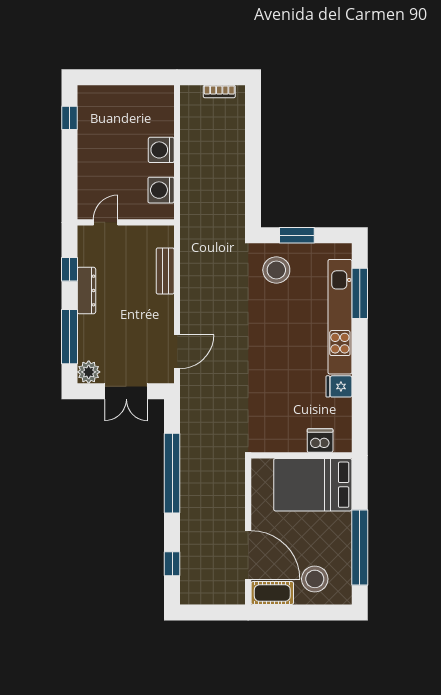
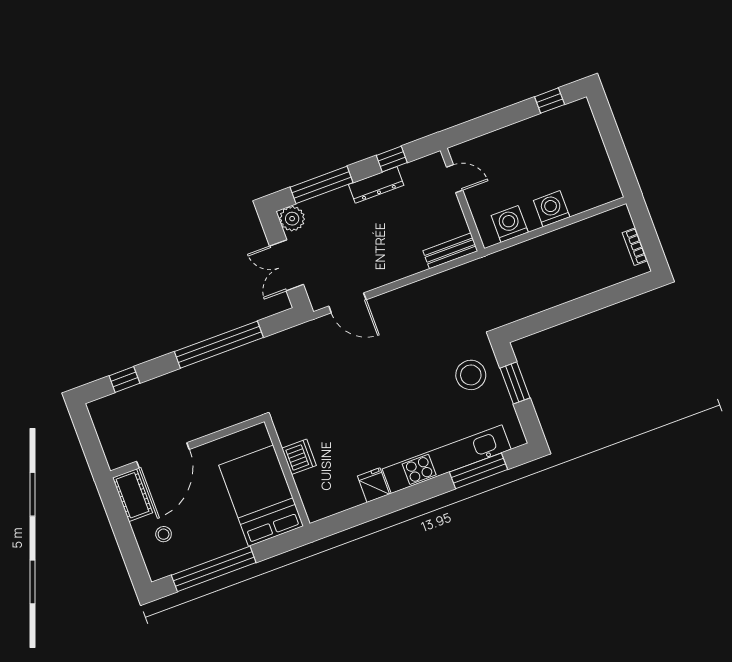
bench: (165, 271) -> (450, 251), moved
dishwasher: (320, 441) -> (299, 457), moved
stool: (315, 579) -> (164, 534), width x0.53, depth x0.53

